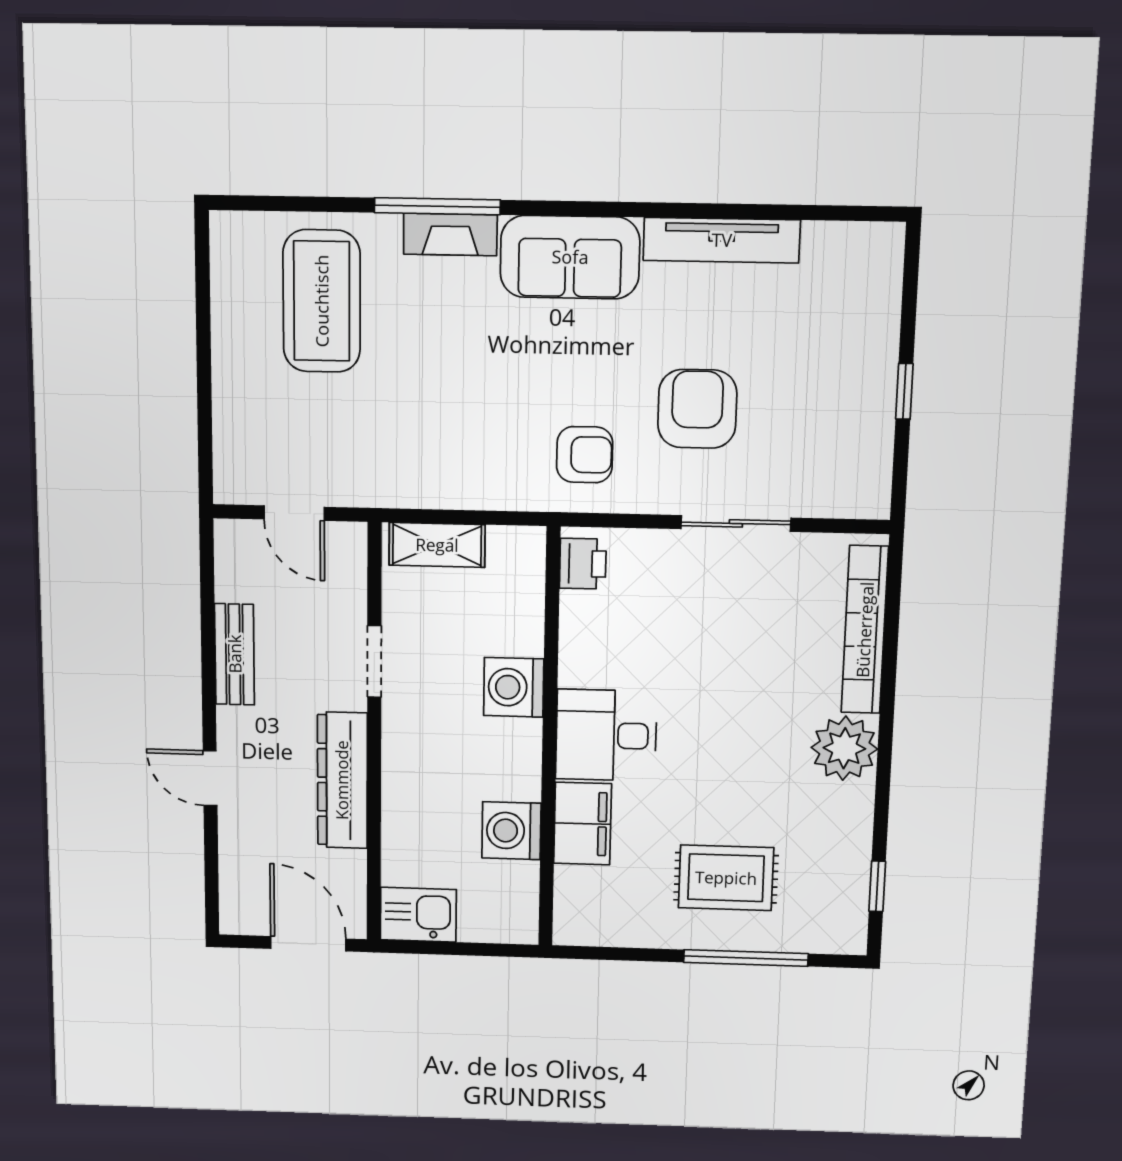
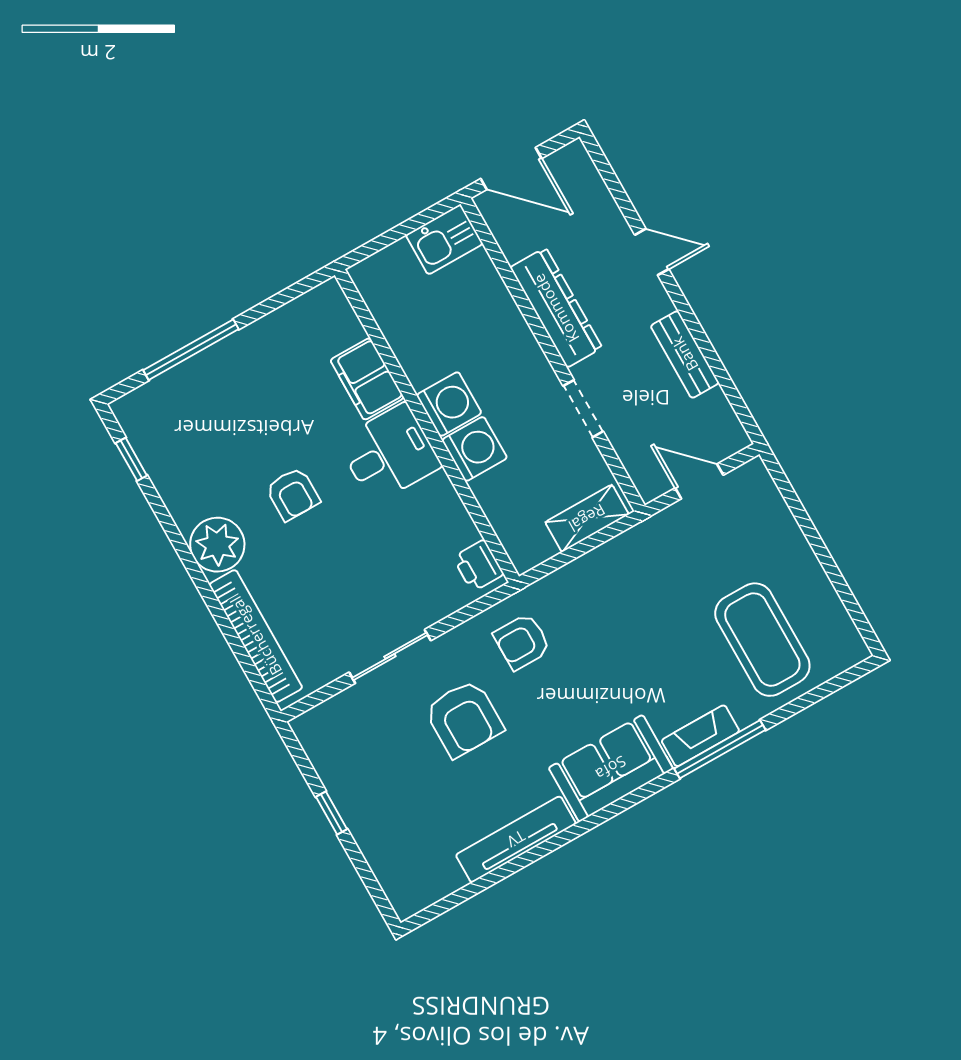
armchair: (733, 753) -> (293, 494), added
washing machine: (511, 831) -> (449, 404), moved
rug: (726, 878) -> (242, 401), removed

